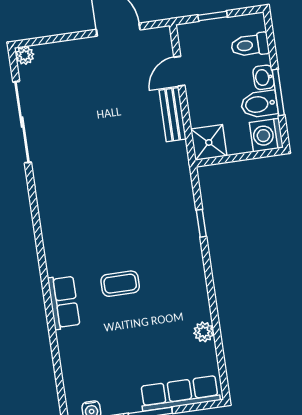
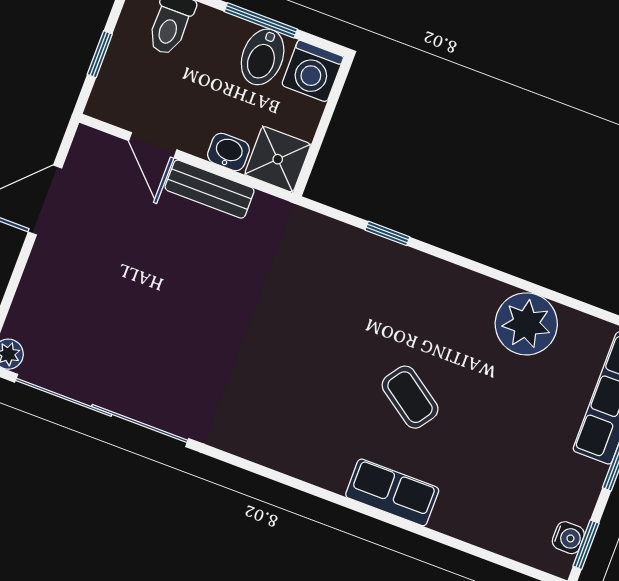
washbasin: (264, 77) -> (228, 152), moved, turned 180
sliding door: (22, 122) -> (102, 410), width x1.36
coffee table: (120, 284) -> (410, 397), turned -55
plant: (204, 332) -> (526, 324), width x1.88, depth x1.88

